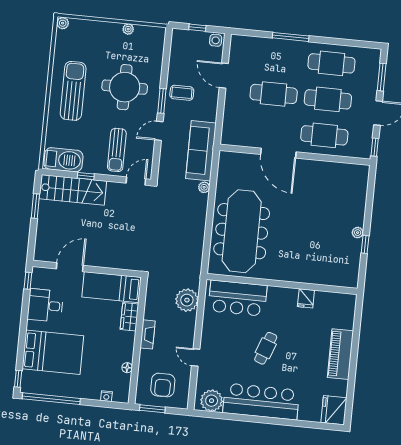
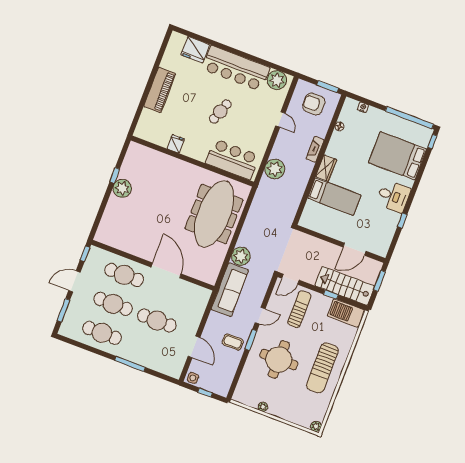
plant: (204, 187) -> (241, 256), width x1.87, depth x1.87
plant: (358, 233) -> (122, 188), width x1.87, depth x1.87
door: (70, 267) -> (354, 249), moved
wall: (87, 269) -> (340, 244), moved
armchair: (163, 385) -> (314, 104), turned -90
fridge: (334, 410) -> (195, 50), moved, turned 90

